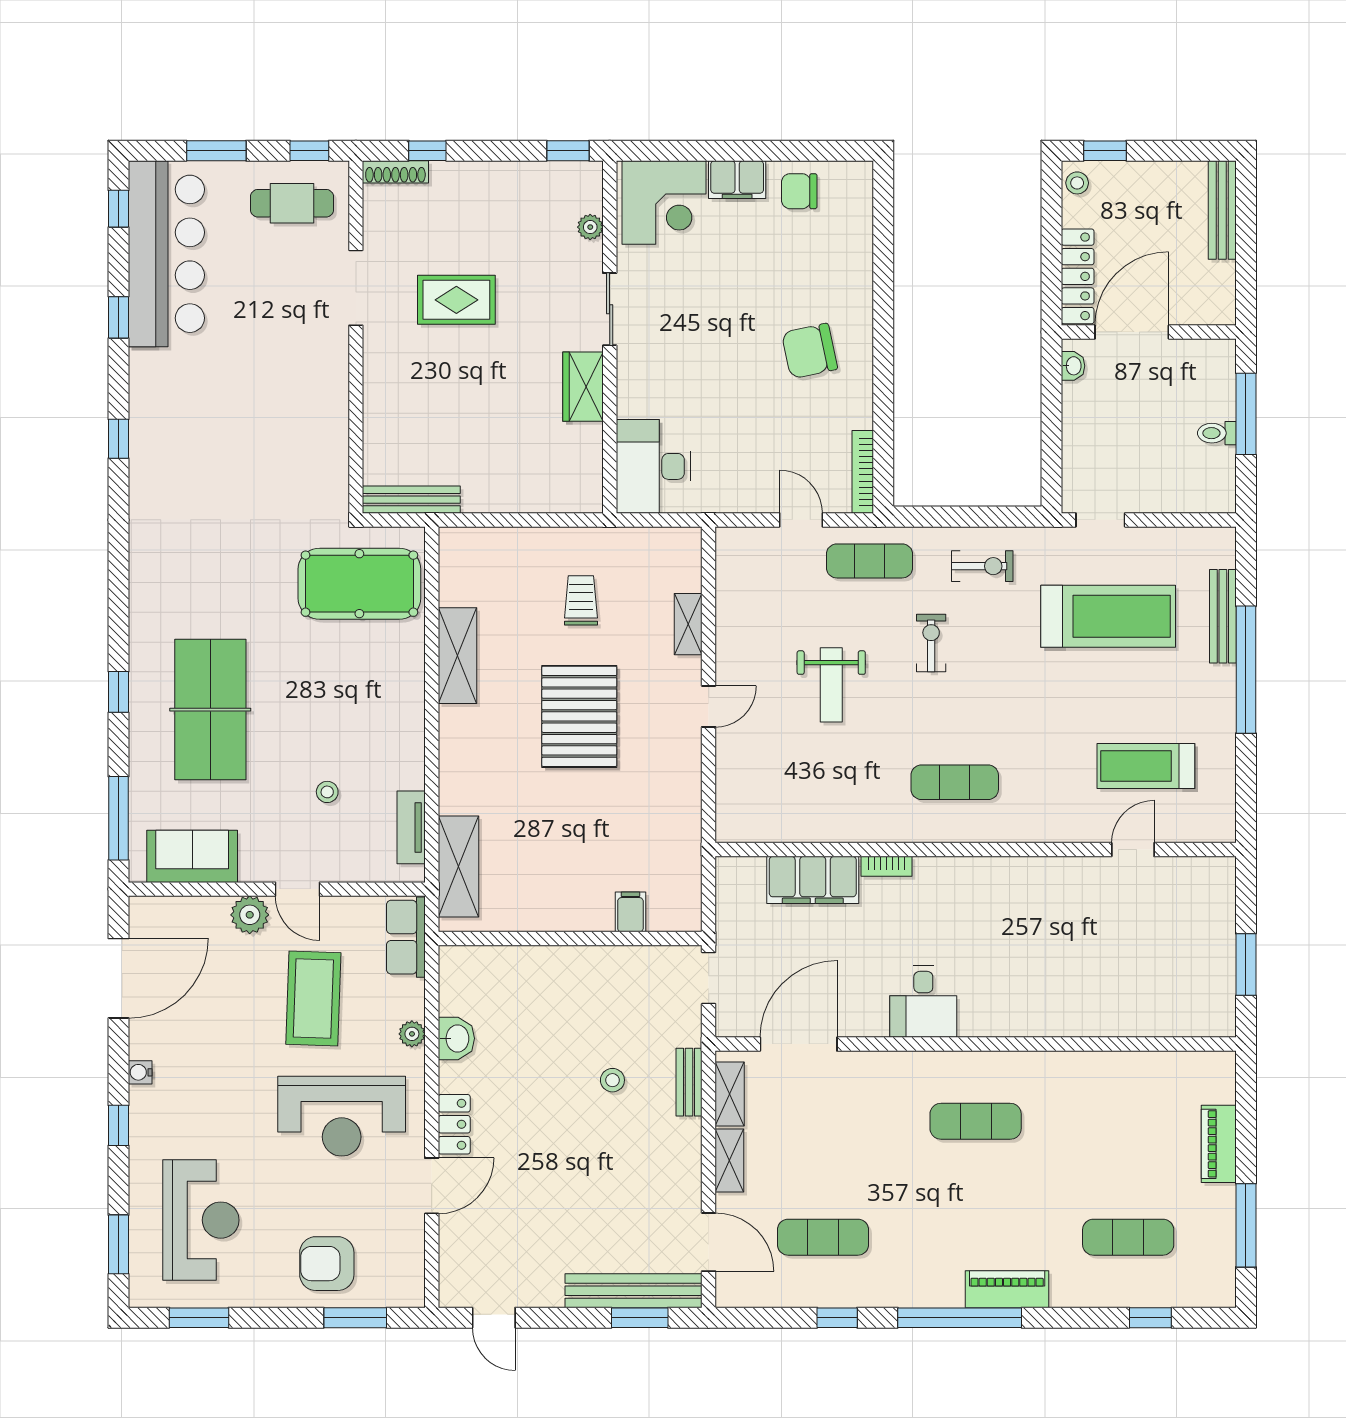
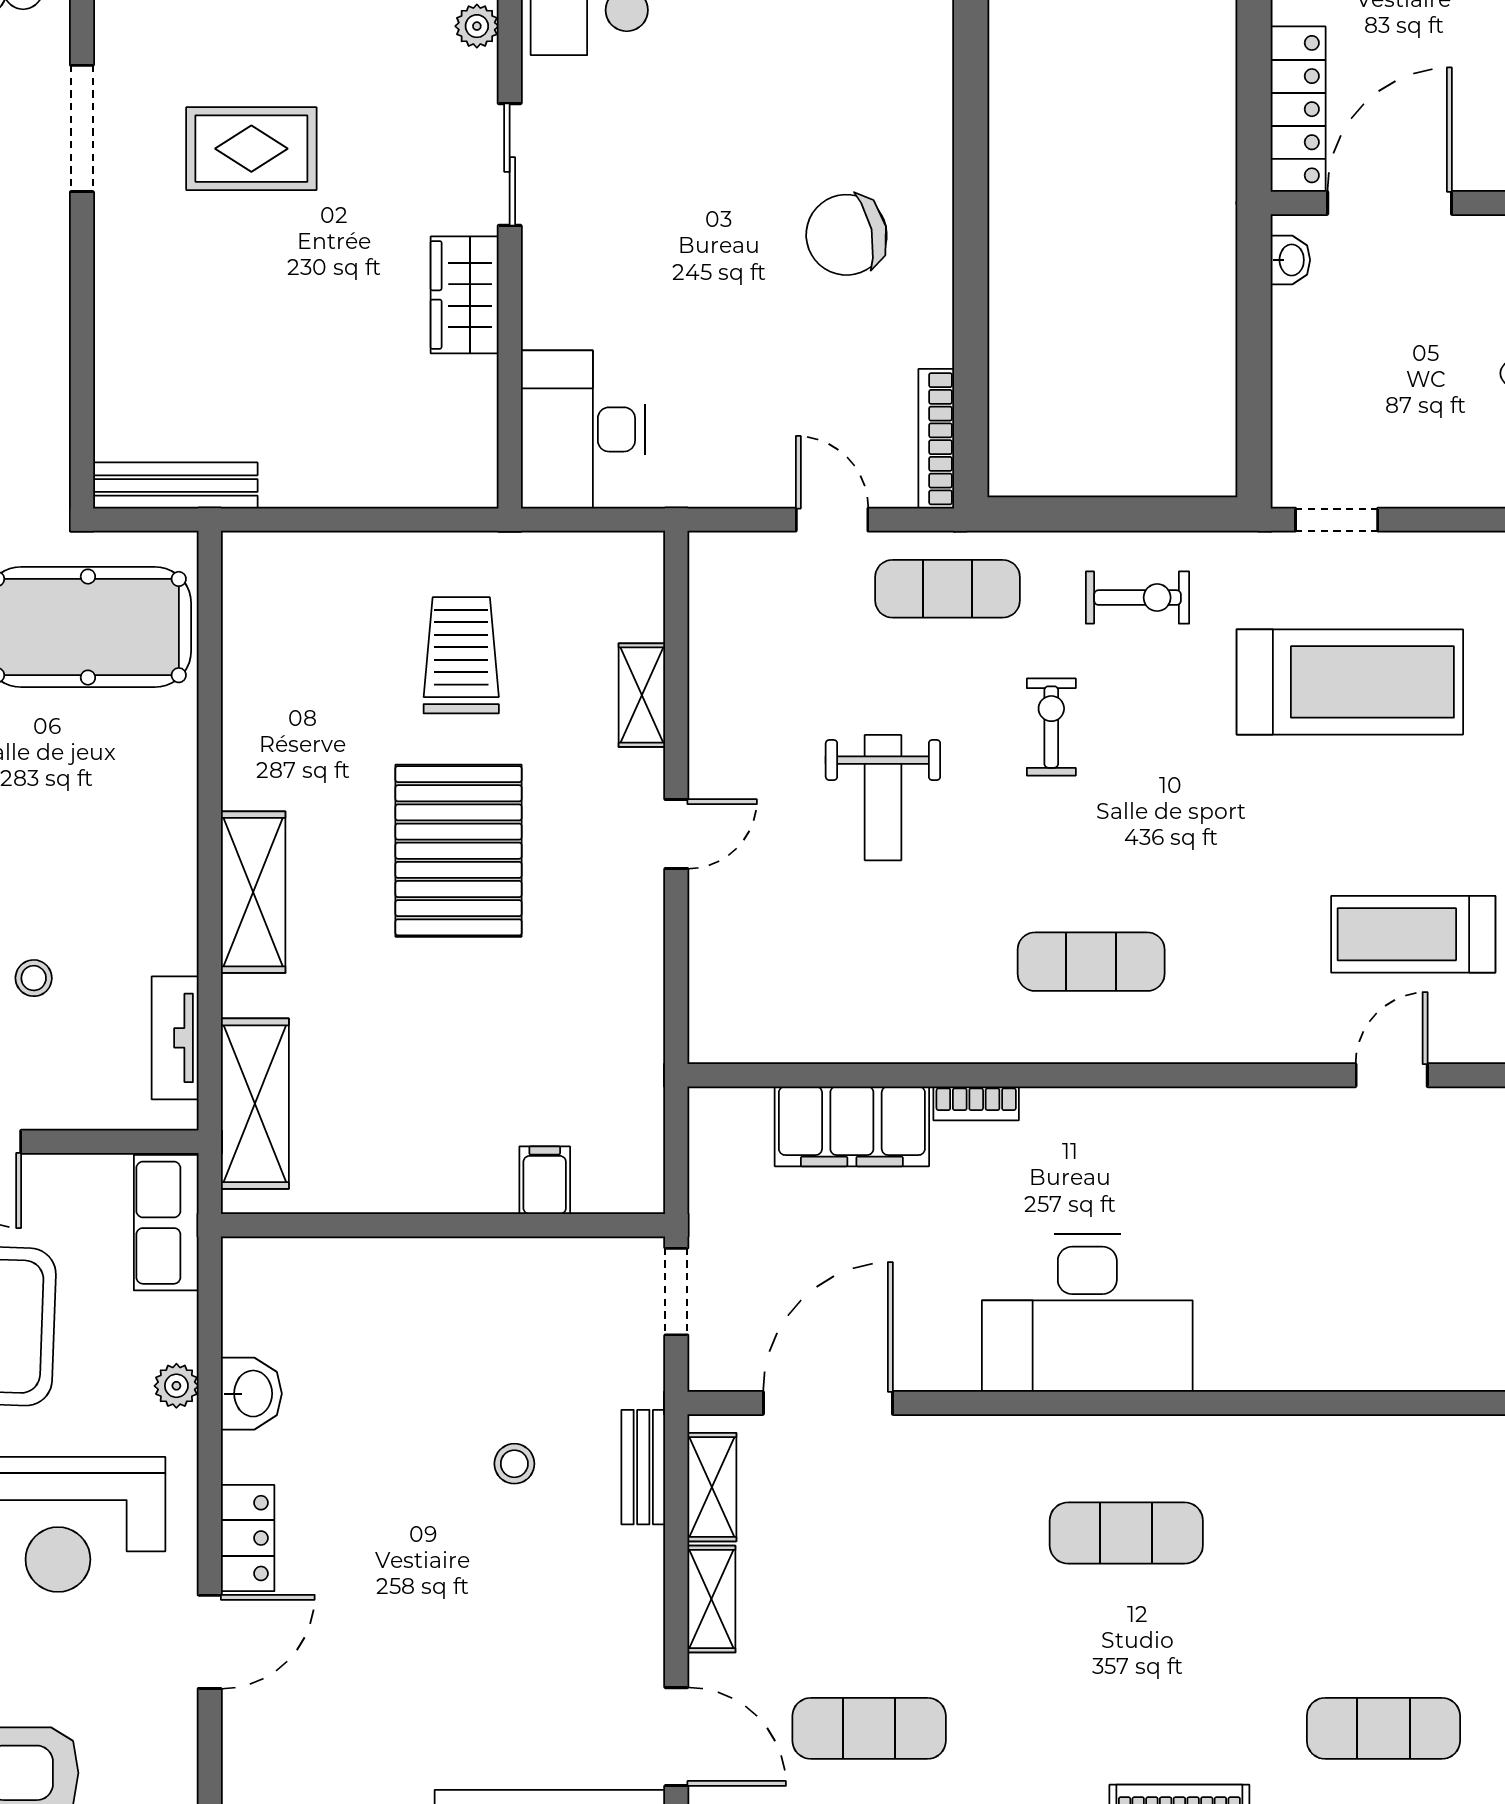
trolley: (581, 600) -> (461, 655), width x1.36, depth x1.39
shelving: (457, 656) -> (253, 892), moved
desk: (923, 1001) -> (1087, 1313), width x1.87, depth x1.30

